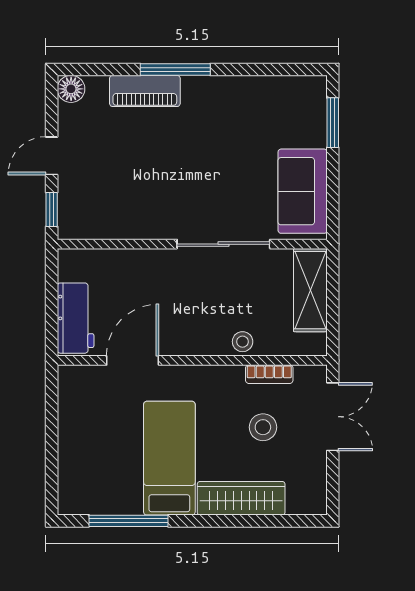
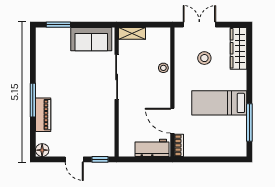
shelving: (310, 290) -> (132, 33), width x0.67, depth x0.75
bookcase: (269, 374) -> (179, 145), moved
wardrobe: (241, 498) -> (238, 48), moved

